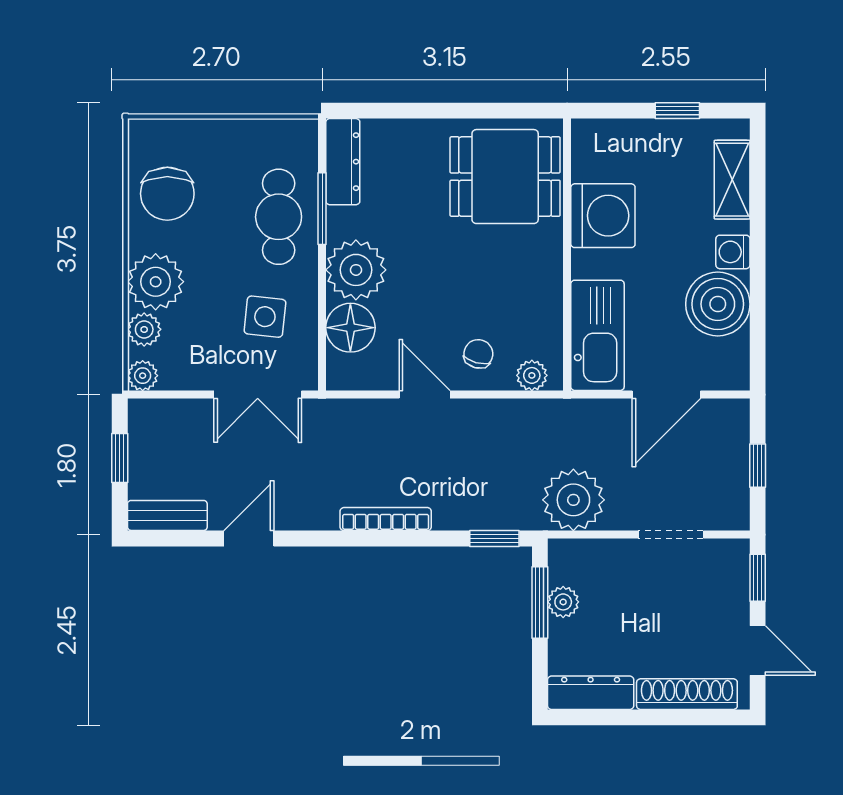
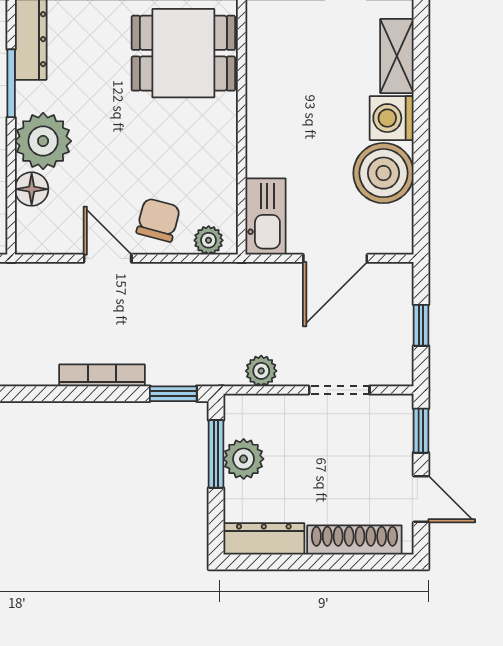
washing machine: (603, 216) -> (275, 90), removed
washing machine: (733, 252) -> (392, 118), width x1.38, depth x1.38
floor lamp: (350, 328) -> (32, 189), width x0.73, depth x0.73
kitchen sink: (597, 335) -> (265, 216), width x0.73, depth x0.81
chair: (478, 354) -> (158, 220), width x1.37, depth x1.37
plant: (573, 500) -> (261, 371), width x0.53, depth x0.53
bookcase: (386, 519) -> (102, 375), moved
plant: (563, 602) -> (244, 459), width x1.38, depth x1.38

